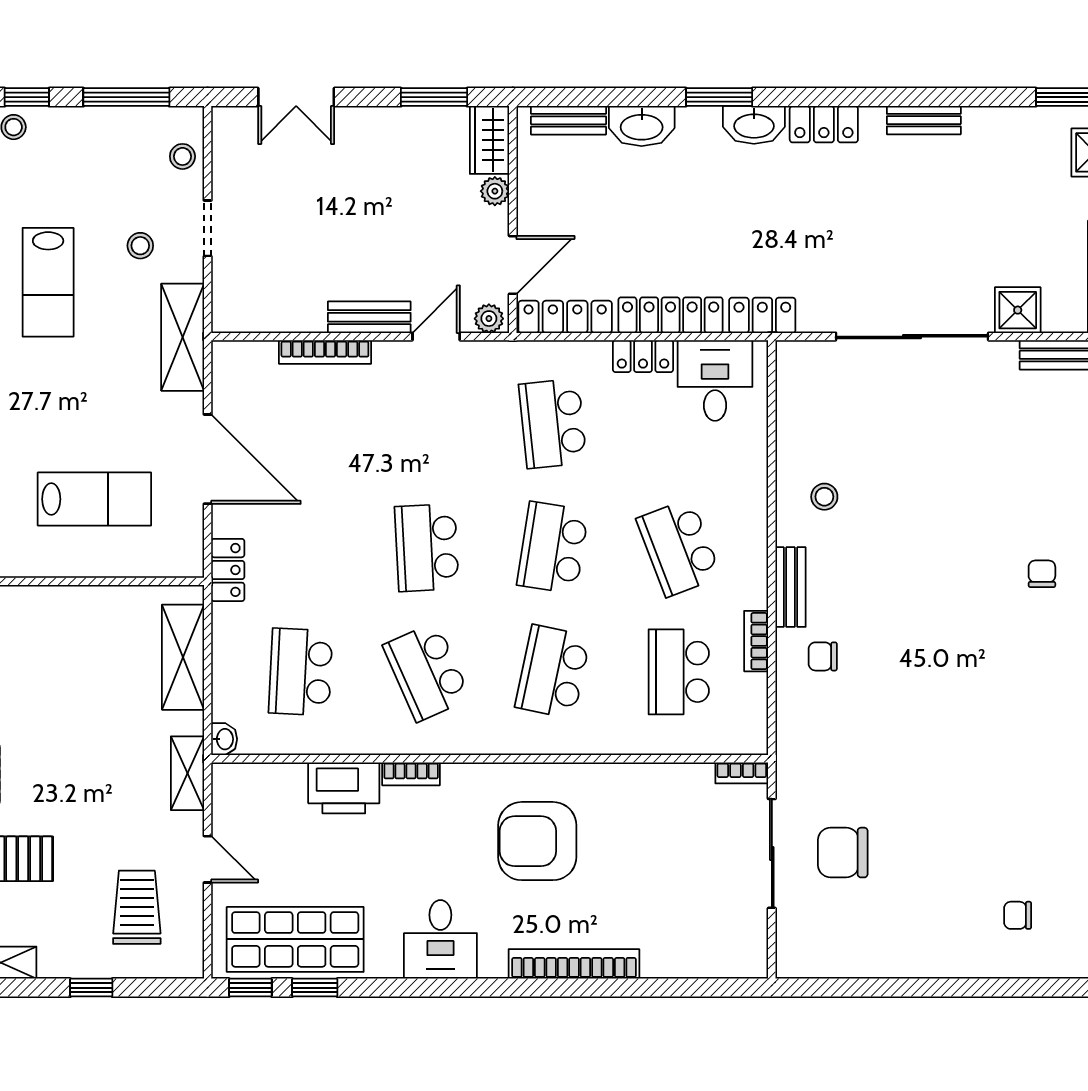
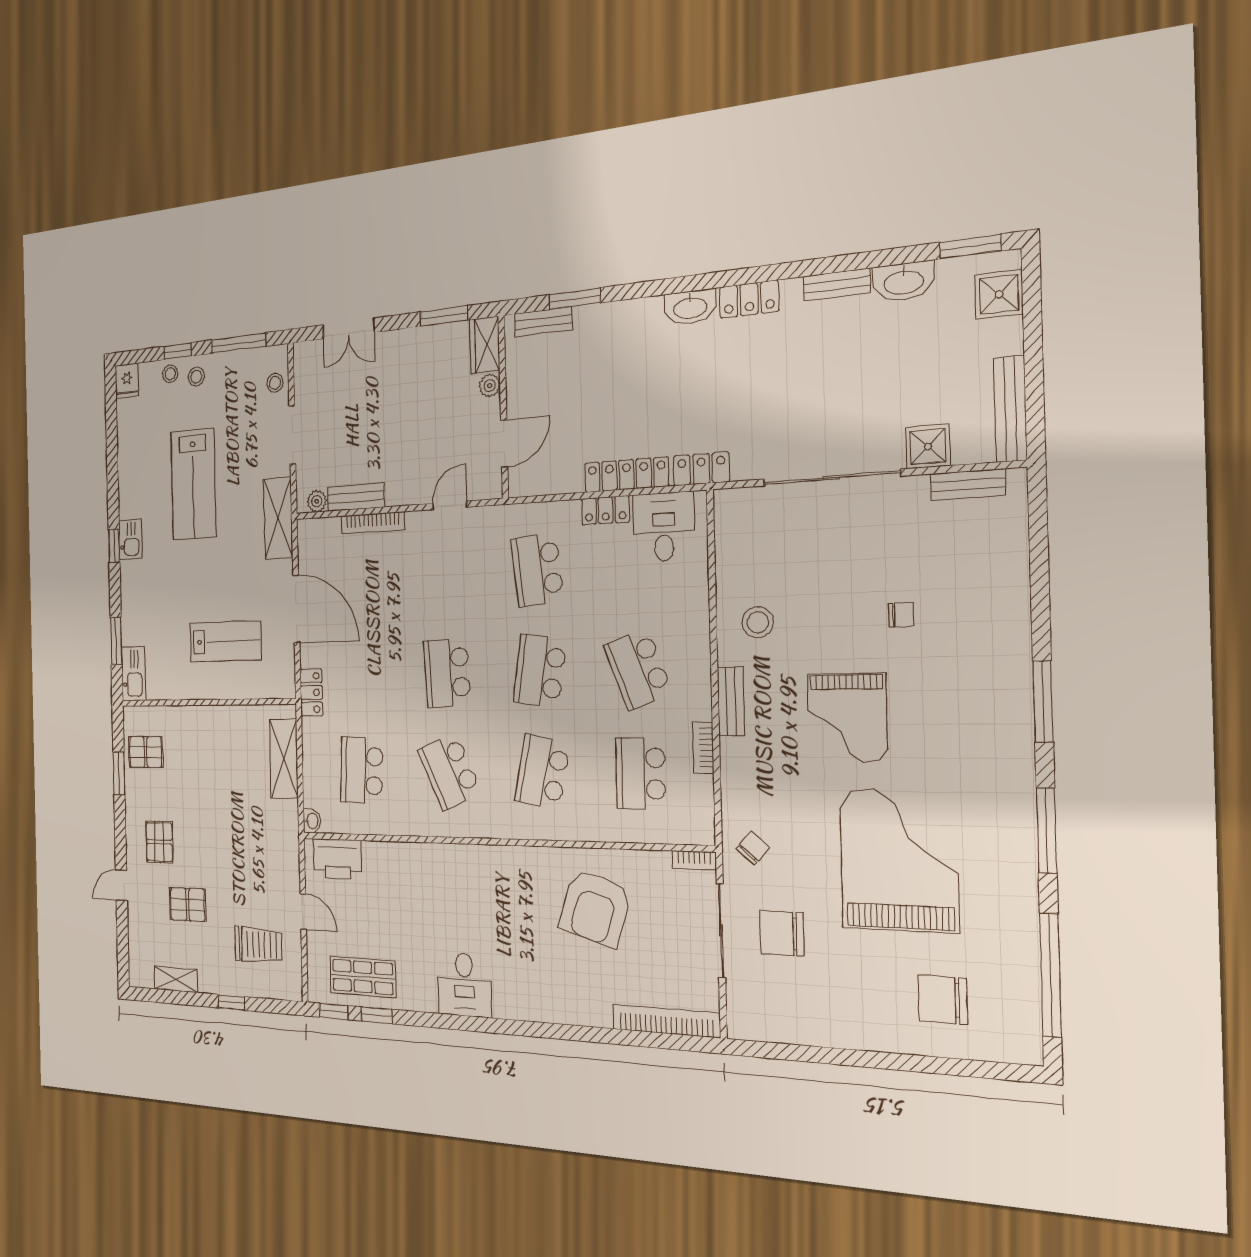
window: (719, 97) -> (575, 299), moved
washbasin: (642, 126) -> (904, 282), moved
doorway: (208, 228) -> (292, 435), width x1.38
stool: (140, 246) -> (196, 376), moved
lab bench: (48, 282) -> (193, 484), width x1.36, depth x1.39
bench: (369, 317) -> (356, 497), moved
locker: (565, 317) -> (544, 482), removed
plant: (489, 319) -> (317, 501), moved
stool: (824, 497) -> (758, 622), width x1.37, depth x1.37
chair: (1042, 574) -> (901, 615), moved, turned 90
grand piano: (923, 607) -> (847, 718), added
chair: (823, 656) -> (753, 848), moved, turned 131
grand piano: (975, 764) -> (899, 860), added
shelving: (187, 773) -> (289, 846), removed
bookcase: (411, 774) -> (440, 852), removed
printer: (344, 788) -> (337, 859), moved
armchair: (537, 841) -> (595, 908), moved, turned -73
trolley: (137, 907) -> (259, 945), turned 90
chair: (1018, 915) -> (943, 1000), width x1.87, depth x1.87
shop shelf: (295, 939) -> (363, 977), width x0.70, depth x0.74
bookcase: (574, 964) -> (666, 1021), moved

